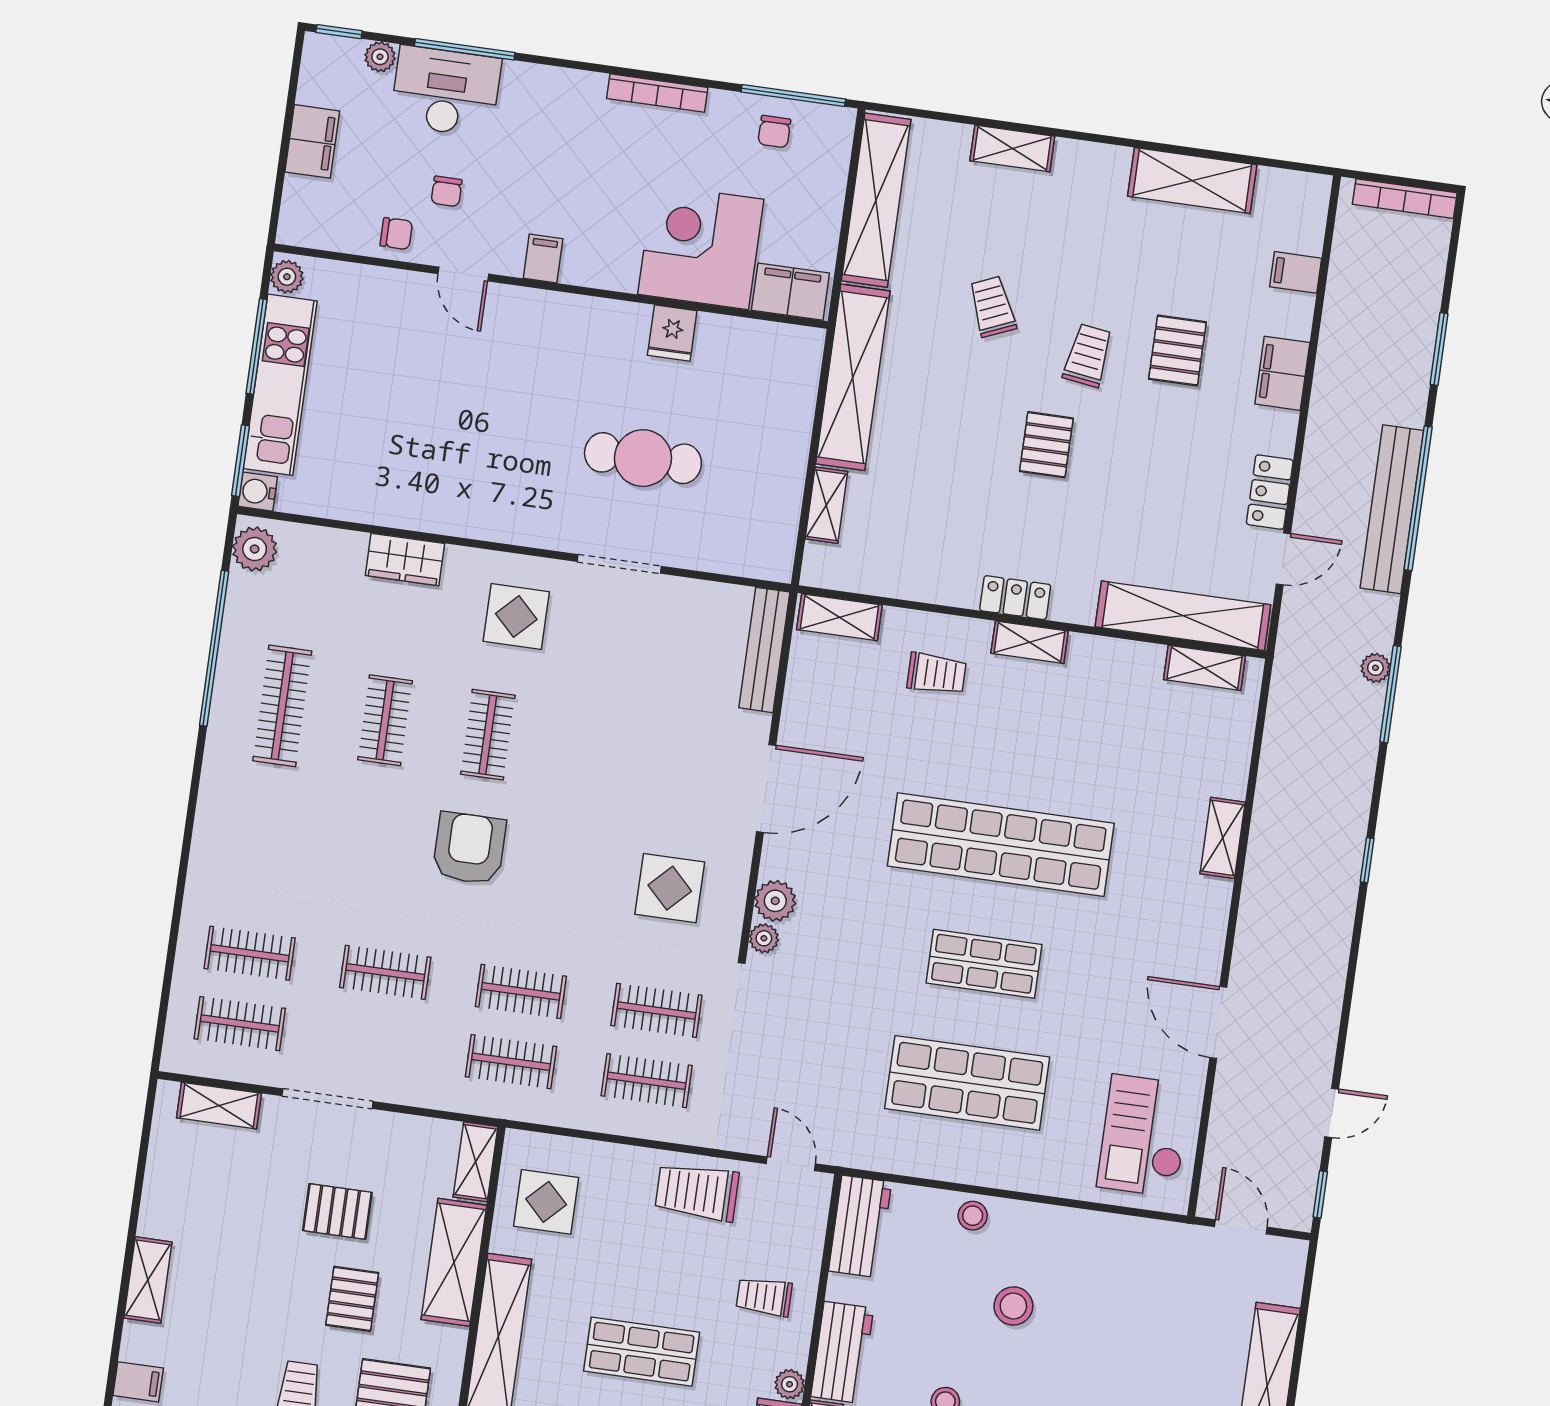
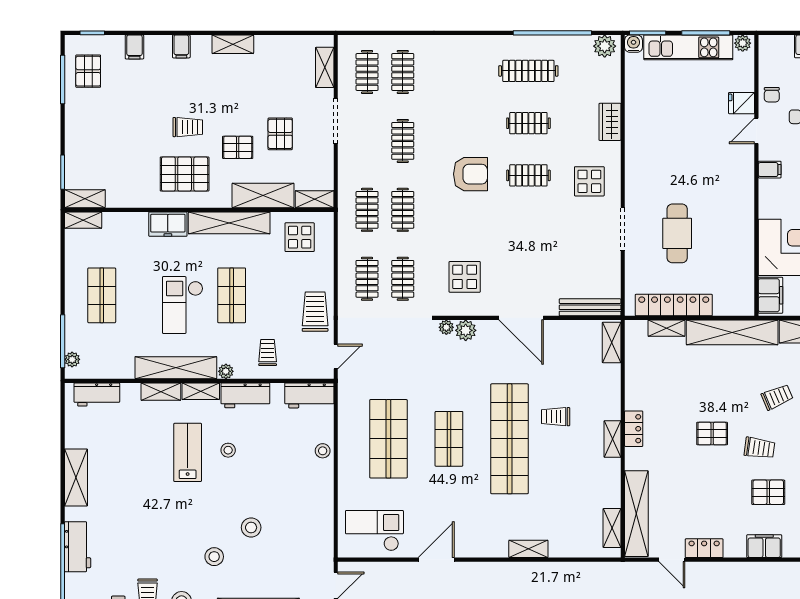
fridge: (672, 333) -> (742, 103), moved
locker: (783, 485) -> (674, 305), added
trolley: (937, 674) -> (556, 417), moved, turned 90
stool: (1013, 1306) -> (251, 527), moved

